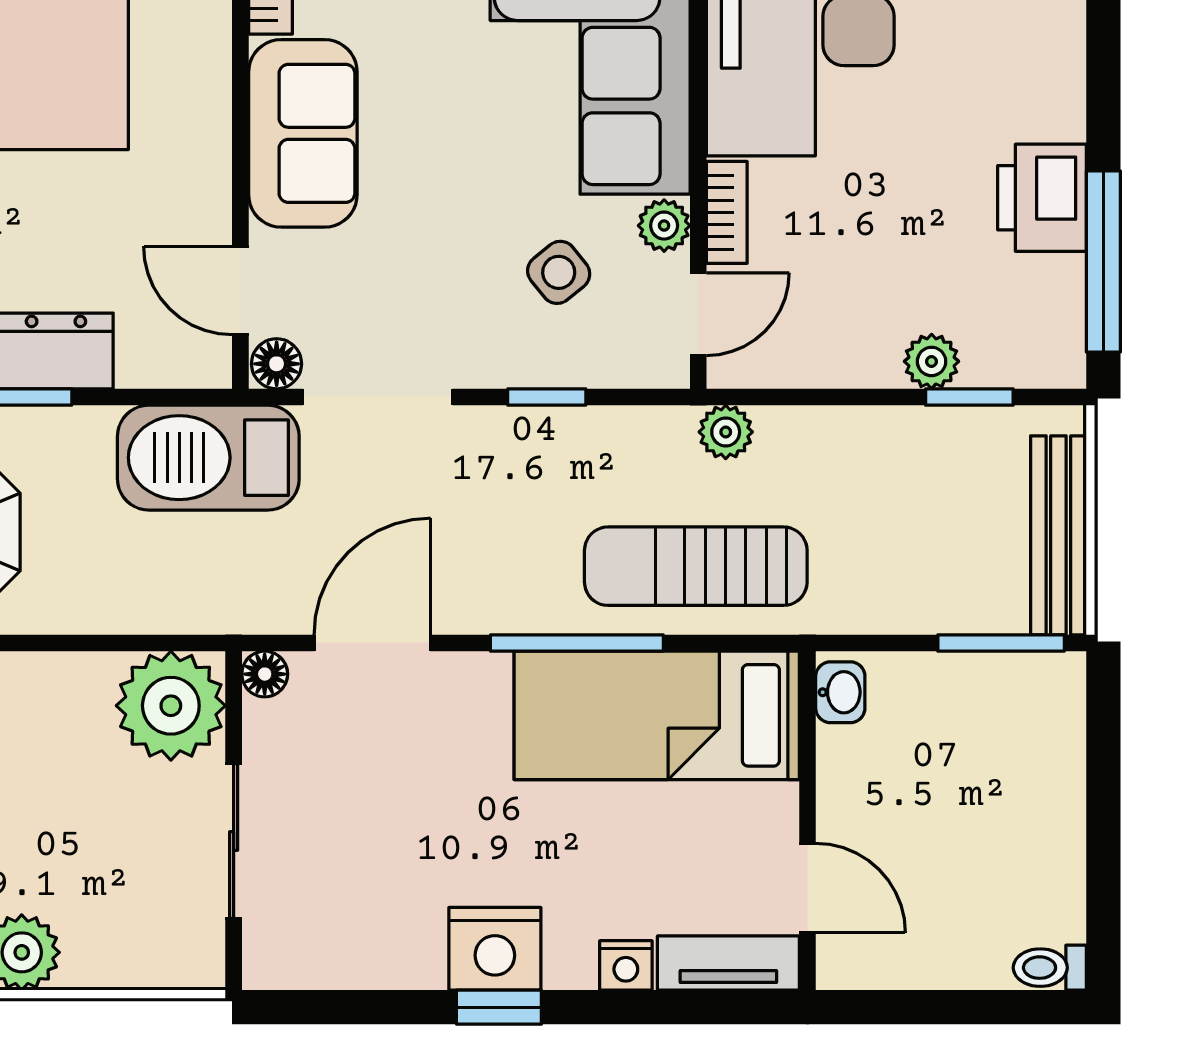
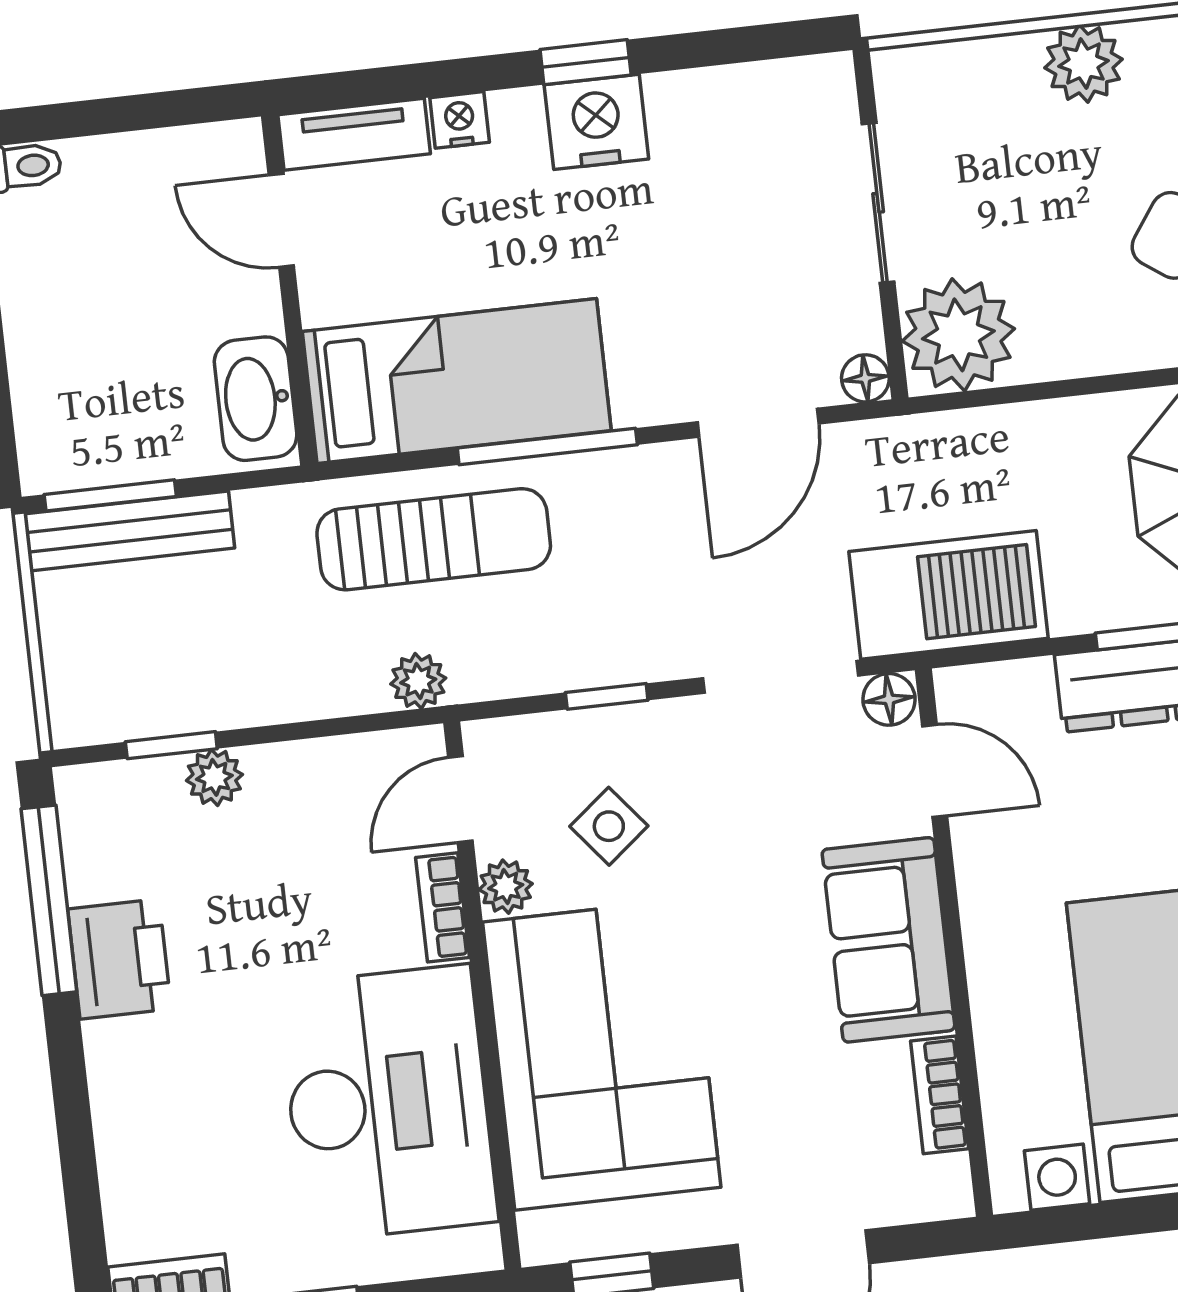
bench: (1058, 535) -> (129, 531), moved, turned 90
washbasin: (840, 692) -> (256, 399), width x1.91, depth x1.45

